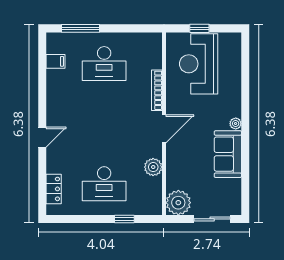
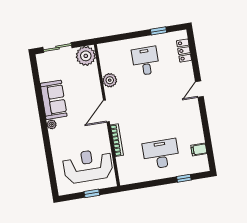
window: (80, 28) -> (184, 178), width x0.46
reception desk: (199, 64) -> (88, 166), turned -90
desk: (104, 184) -> (146, 61), width x0.73
window: (124, 219) -> (159, 31), moved

